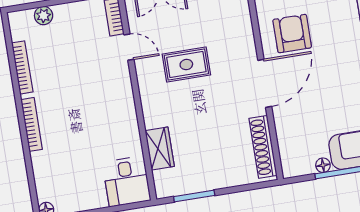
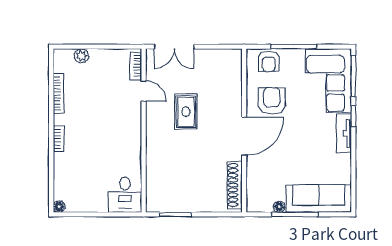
rug: (186, 65) -> (186, 112), turned 90
bookcase: (32, 124) -> (59, 139), width x0.64
wardrobe: (160, 149) -> (155, 173), removed

